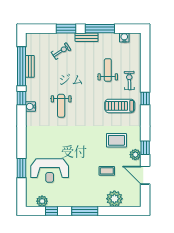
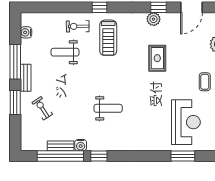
water cooler: (30, 107) -> (81, 145), moved
rug: (116, 140) -> (157, 58), moved
plant: (135, 155) -> (154, 19), moved
coffee table: (107, 171) -> (205, 82), moved

